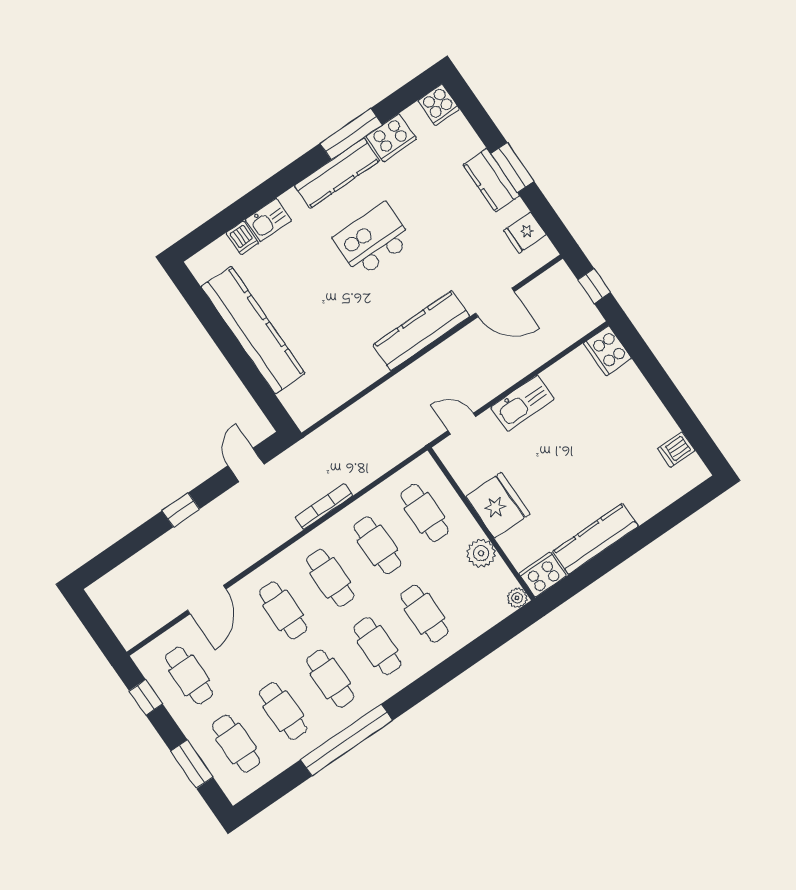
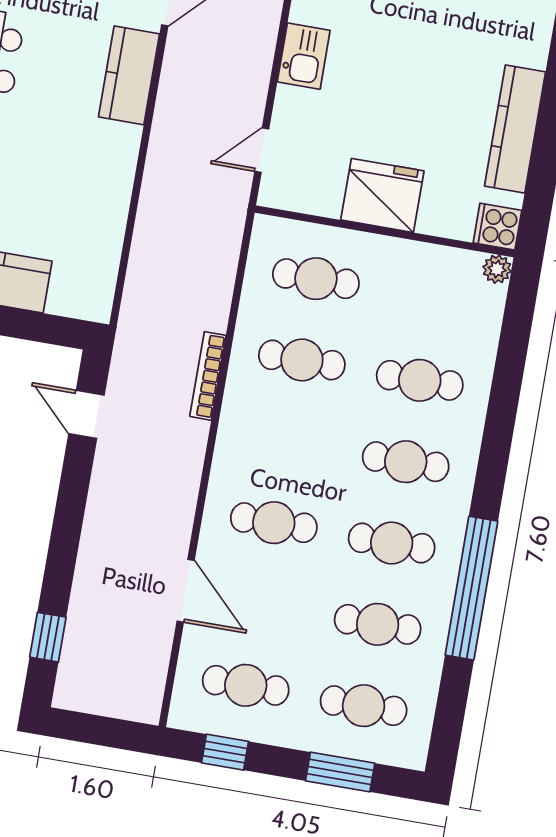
kitchen counter: (421, 331) -> (129, 75), width x0.67
kitchen sink: (522, 403) -> (304, 56), width x0.73
window: (181, 510) -> (48, 637), moved
plant: (481, 553) -> (415, 261), removed
cooker: (543, 575) -> (497, 227), width x0.73
cafe table: (330, 578) -> (288, 441), removed

